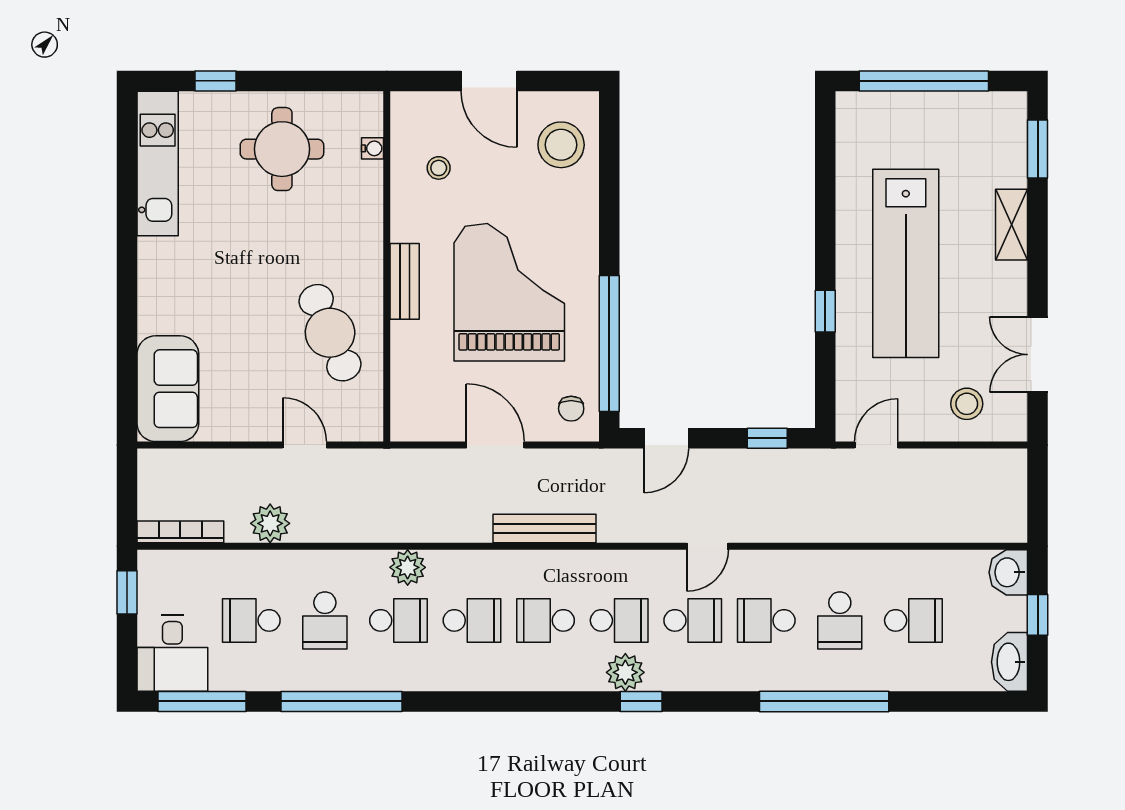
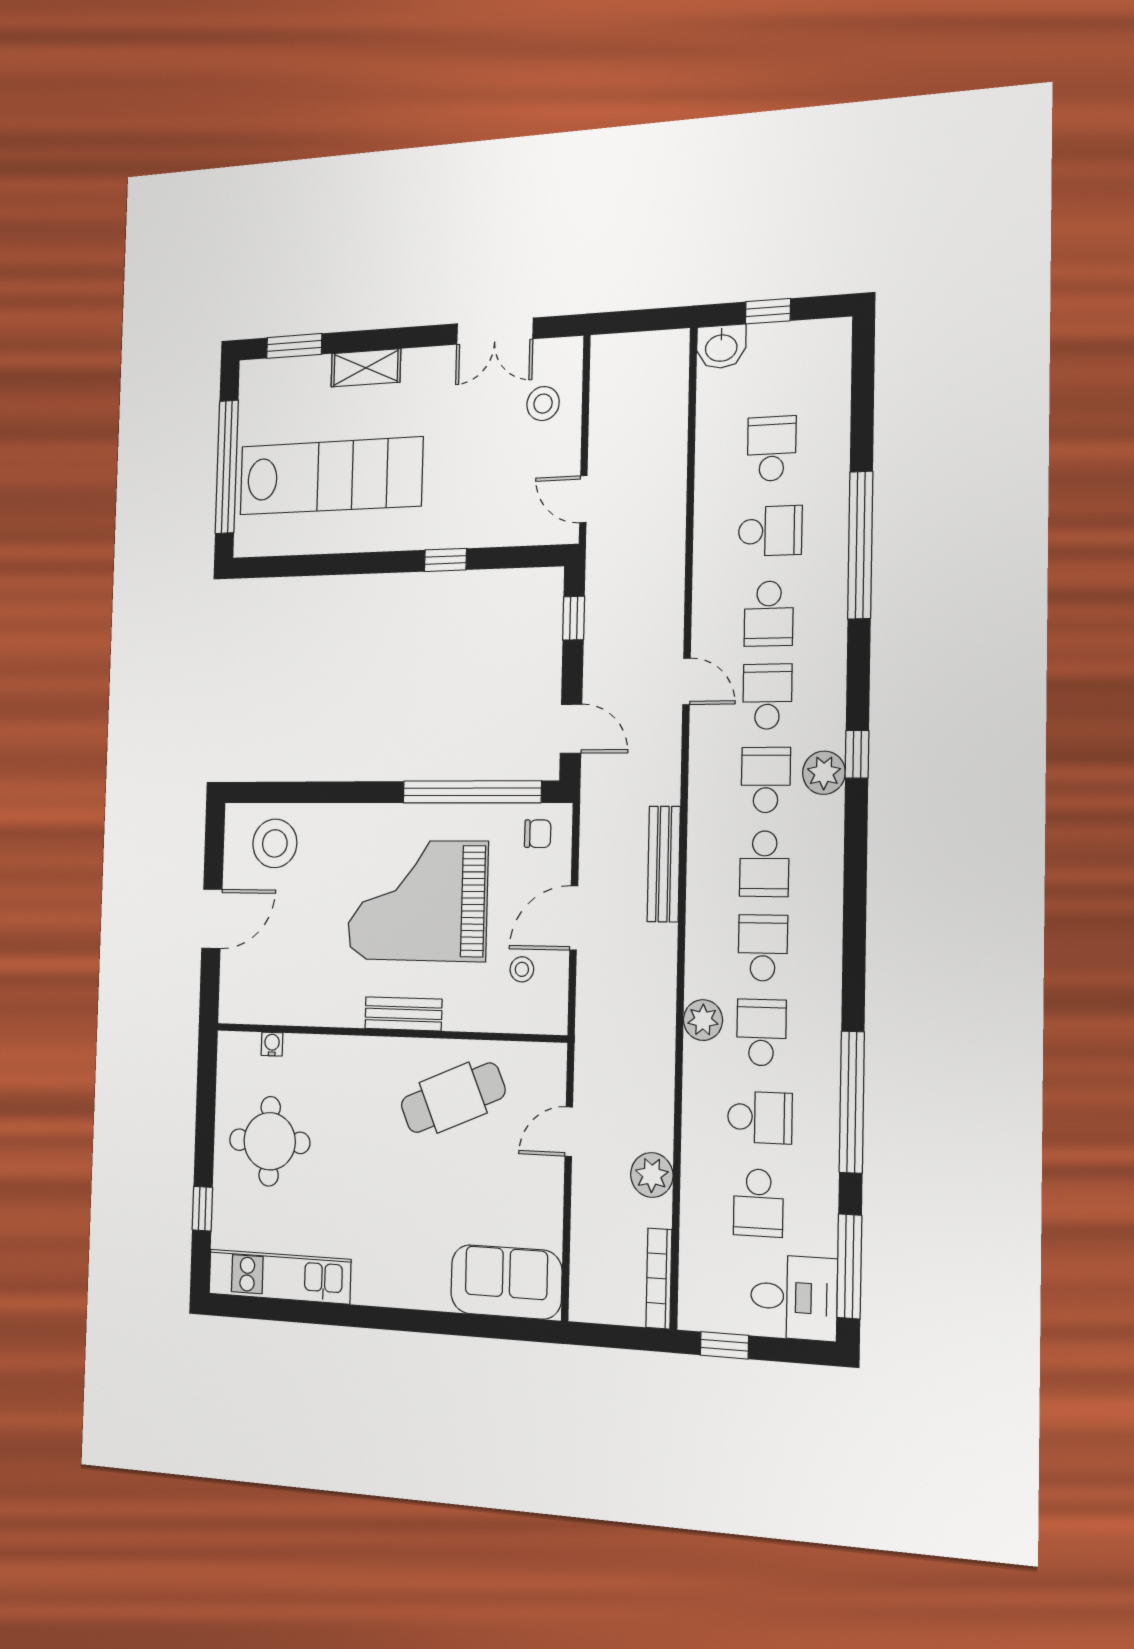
stool: (439, 168) -> (522, 969), moved
lab bench: (906, 263) -> (331, 476), moved
washbasin: (1010, 662) -> (819, 339), removed

